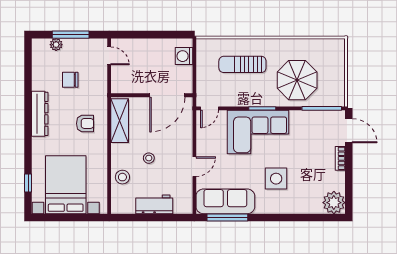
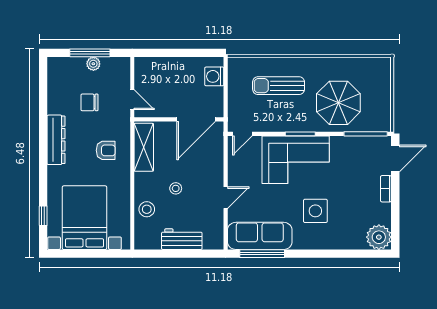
plant: (56, 45) -> (93, 64), moved
door: (109, 56) -> (132, 100), moved
door: (349, 131) -> (395, 158), hinge flipped

